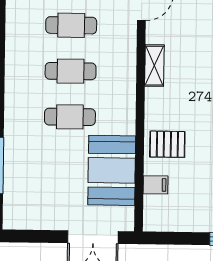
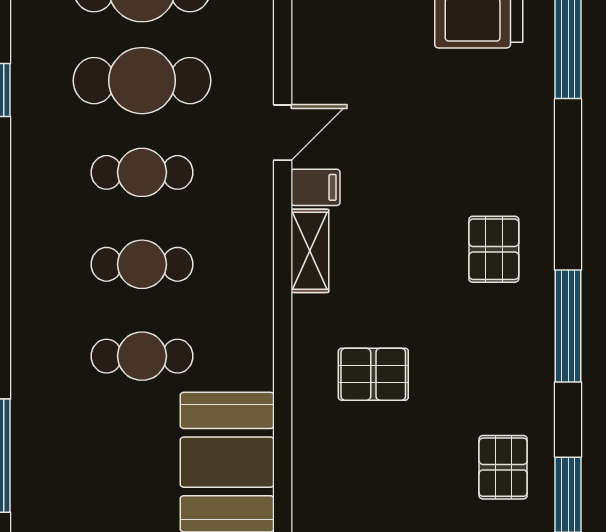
pallet: (167, 144) -> (373, 374), moved
filing cabinet: (156, 185) -> (315, 187), moved

